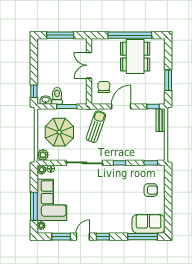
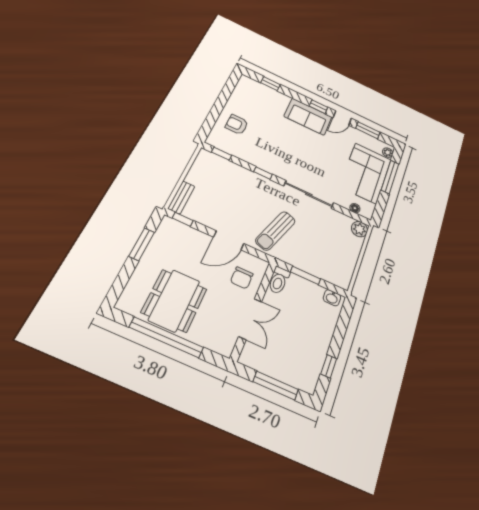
window: (34, 91) -> (329, 366), moved
toilet: (57, 96) -> (279, 280), moved
parasol: (59, 132) -> (328, 247), removed
plant: (42, 170) -> (367, 213), removed
sofa: (148, 224) -> (308, 117), moved
window: (143, 237) -> (270, 84), width x0.46

